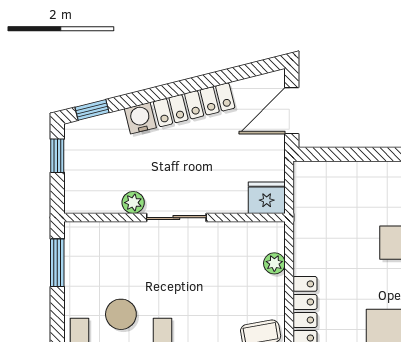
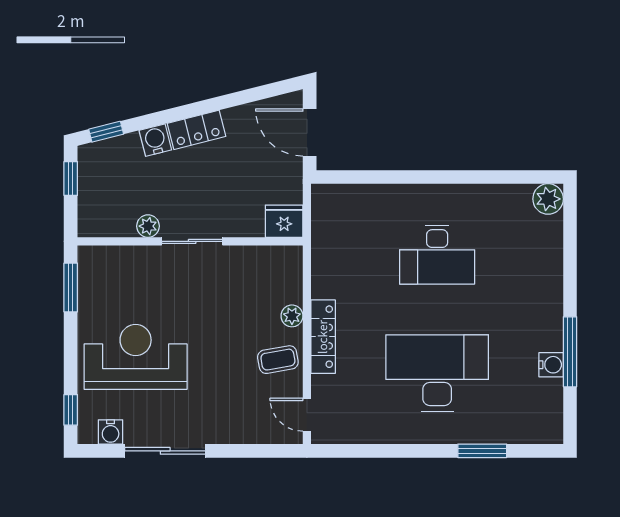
locker: (194, 105) -> (196, 130), width x0.66
door: (292, 111) -> (310, 132), hinge flipped
plant: (274, 263) -> (292, 316), moved

